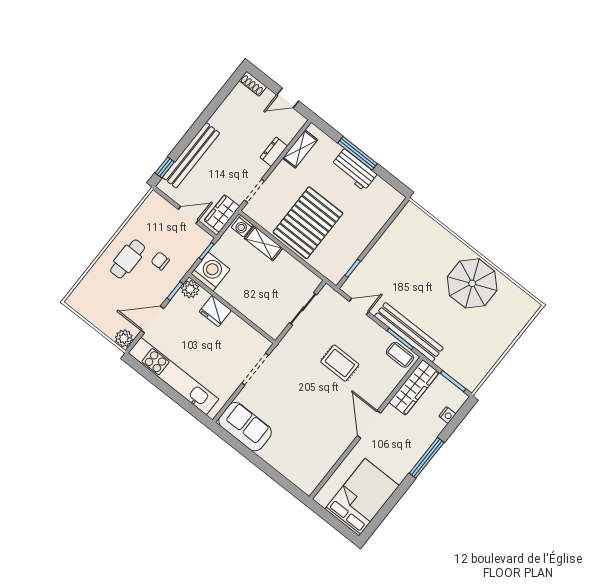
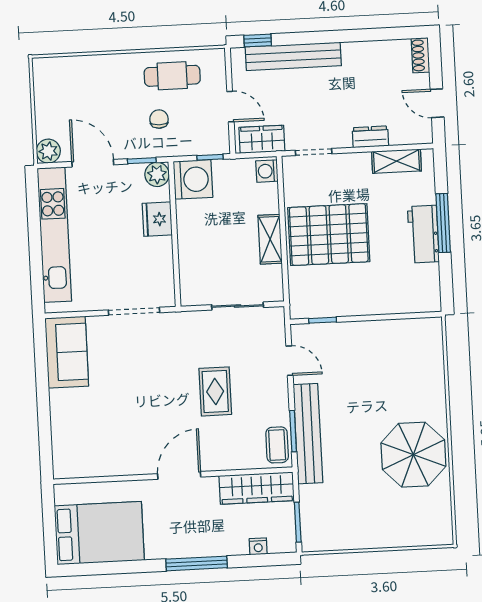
shelving: (264, 243) -> (270, 239), moved
cafe table: (128, 259) -> (172, 76), moved

